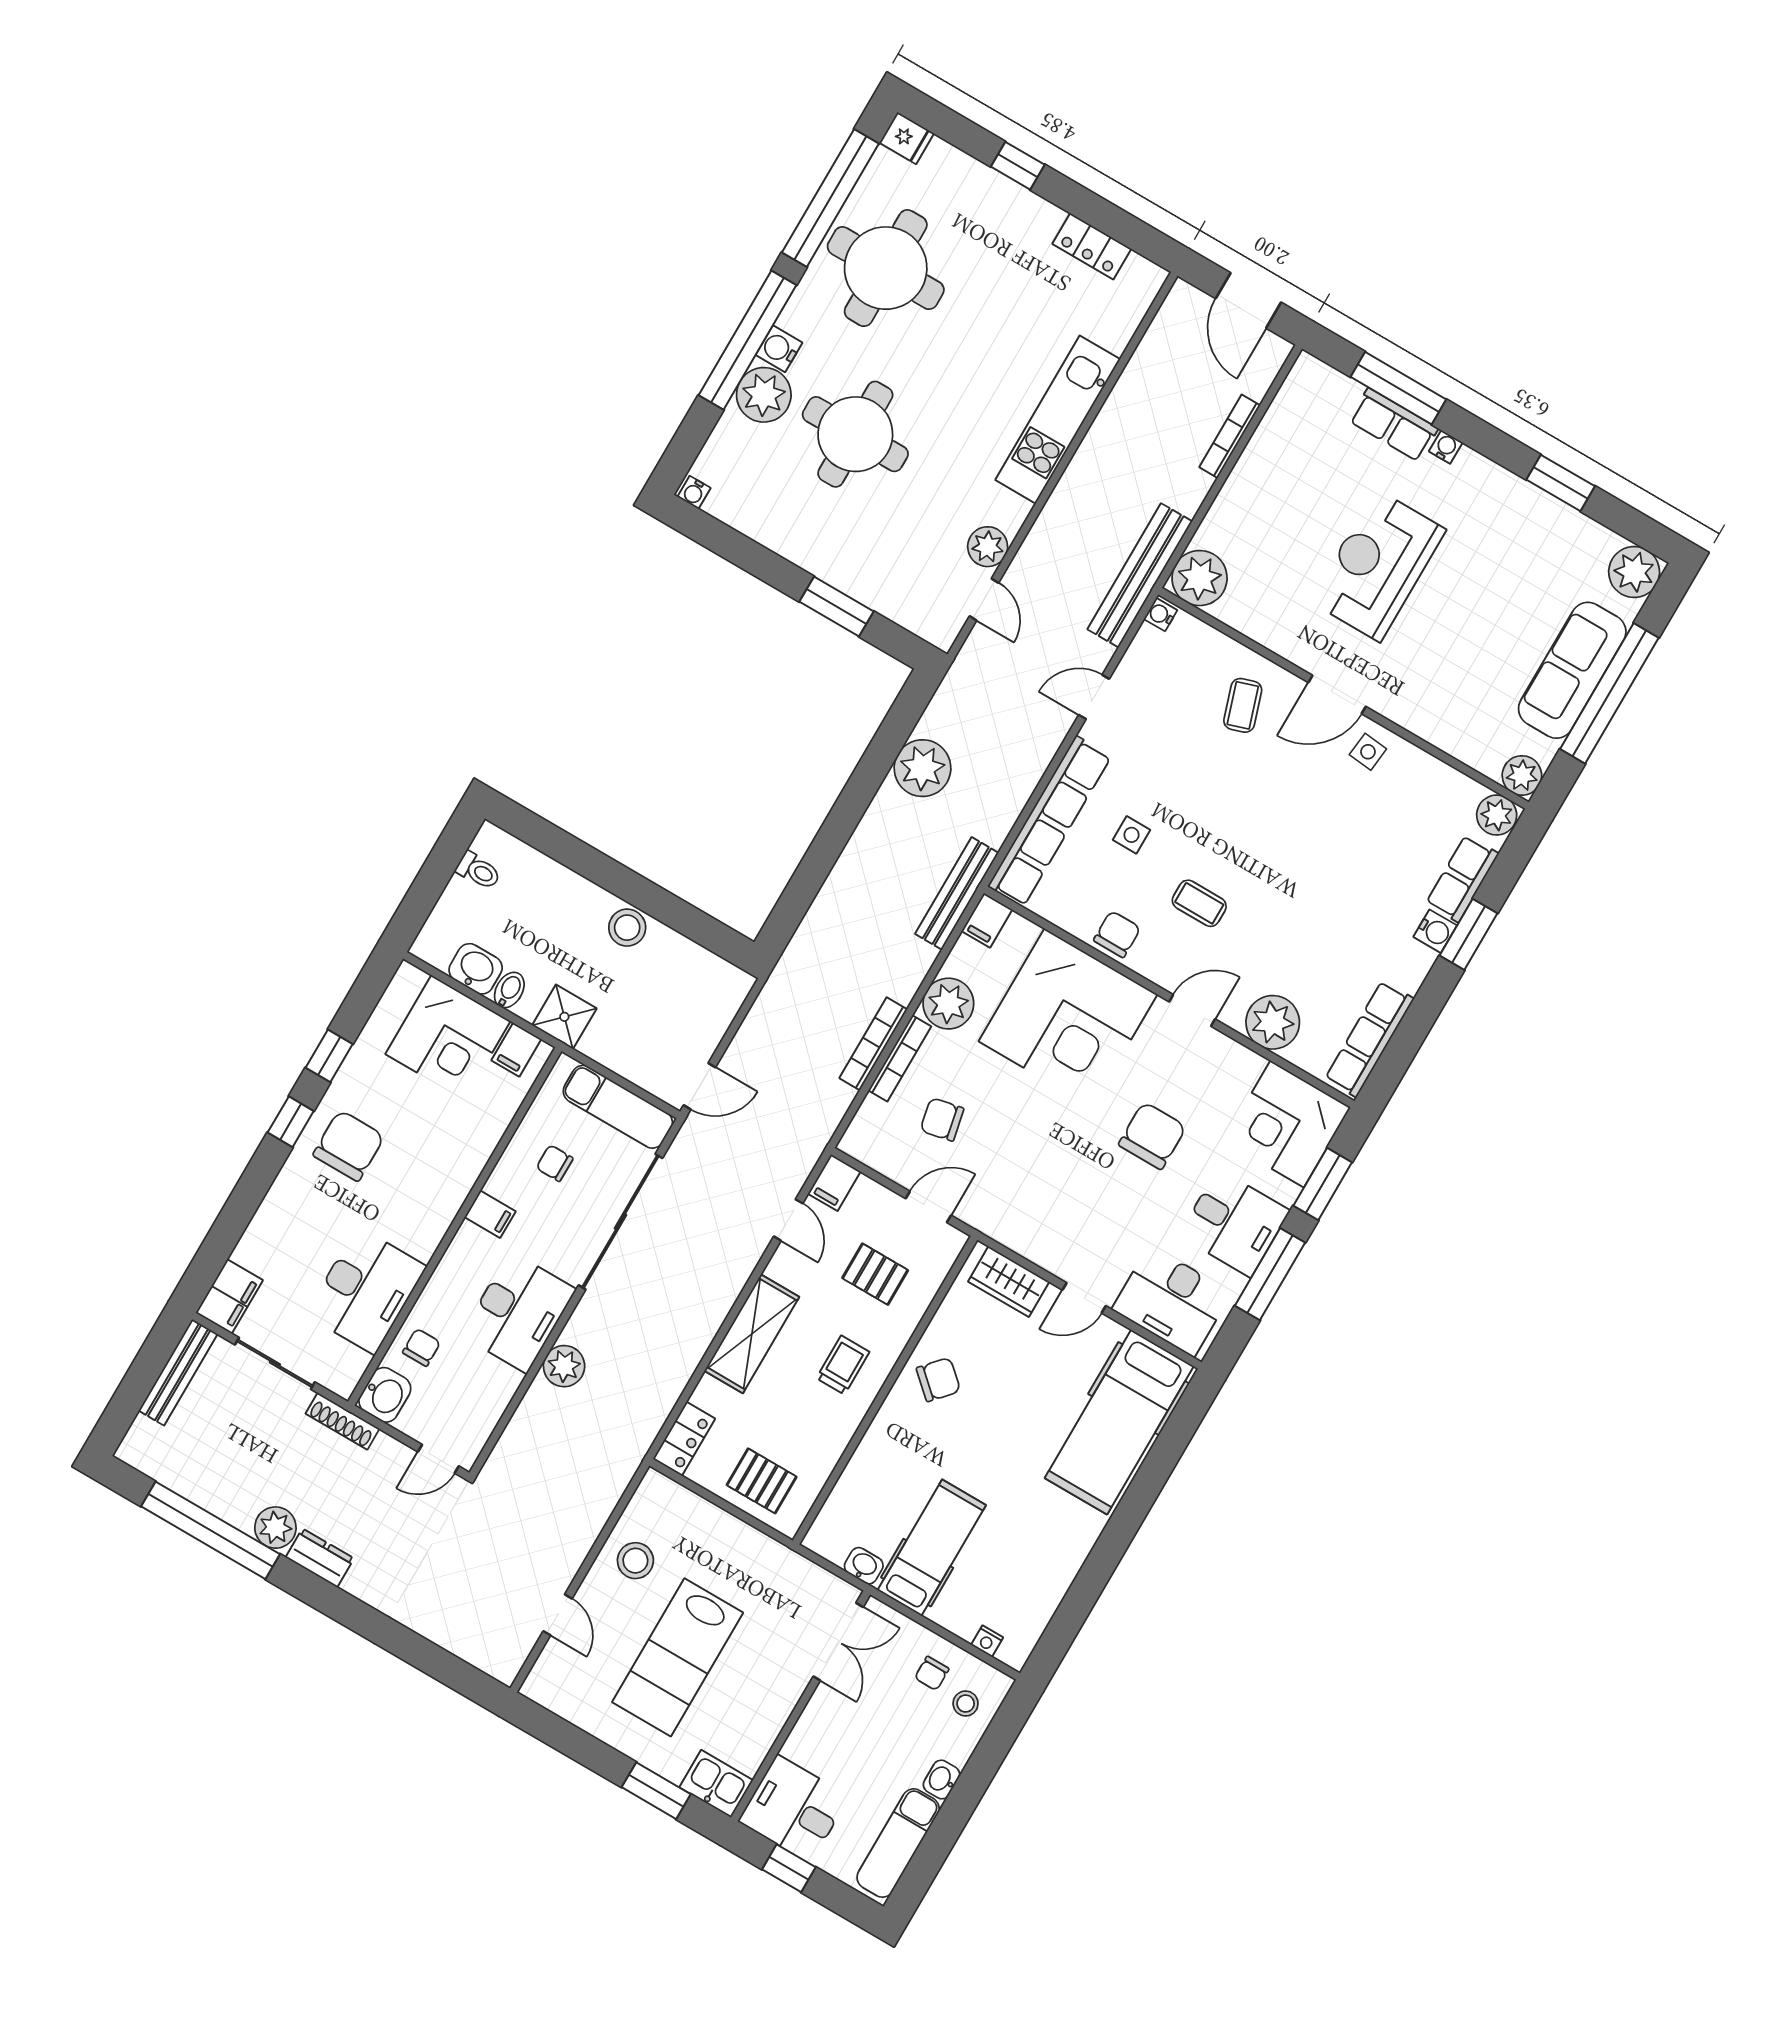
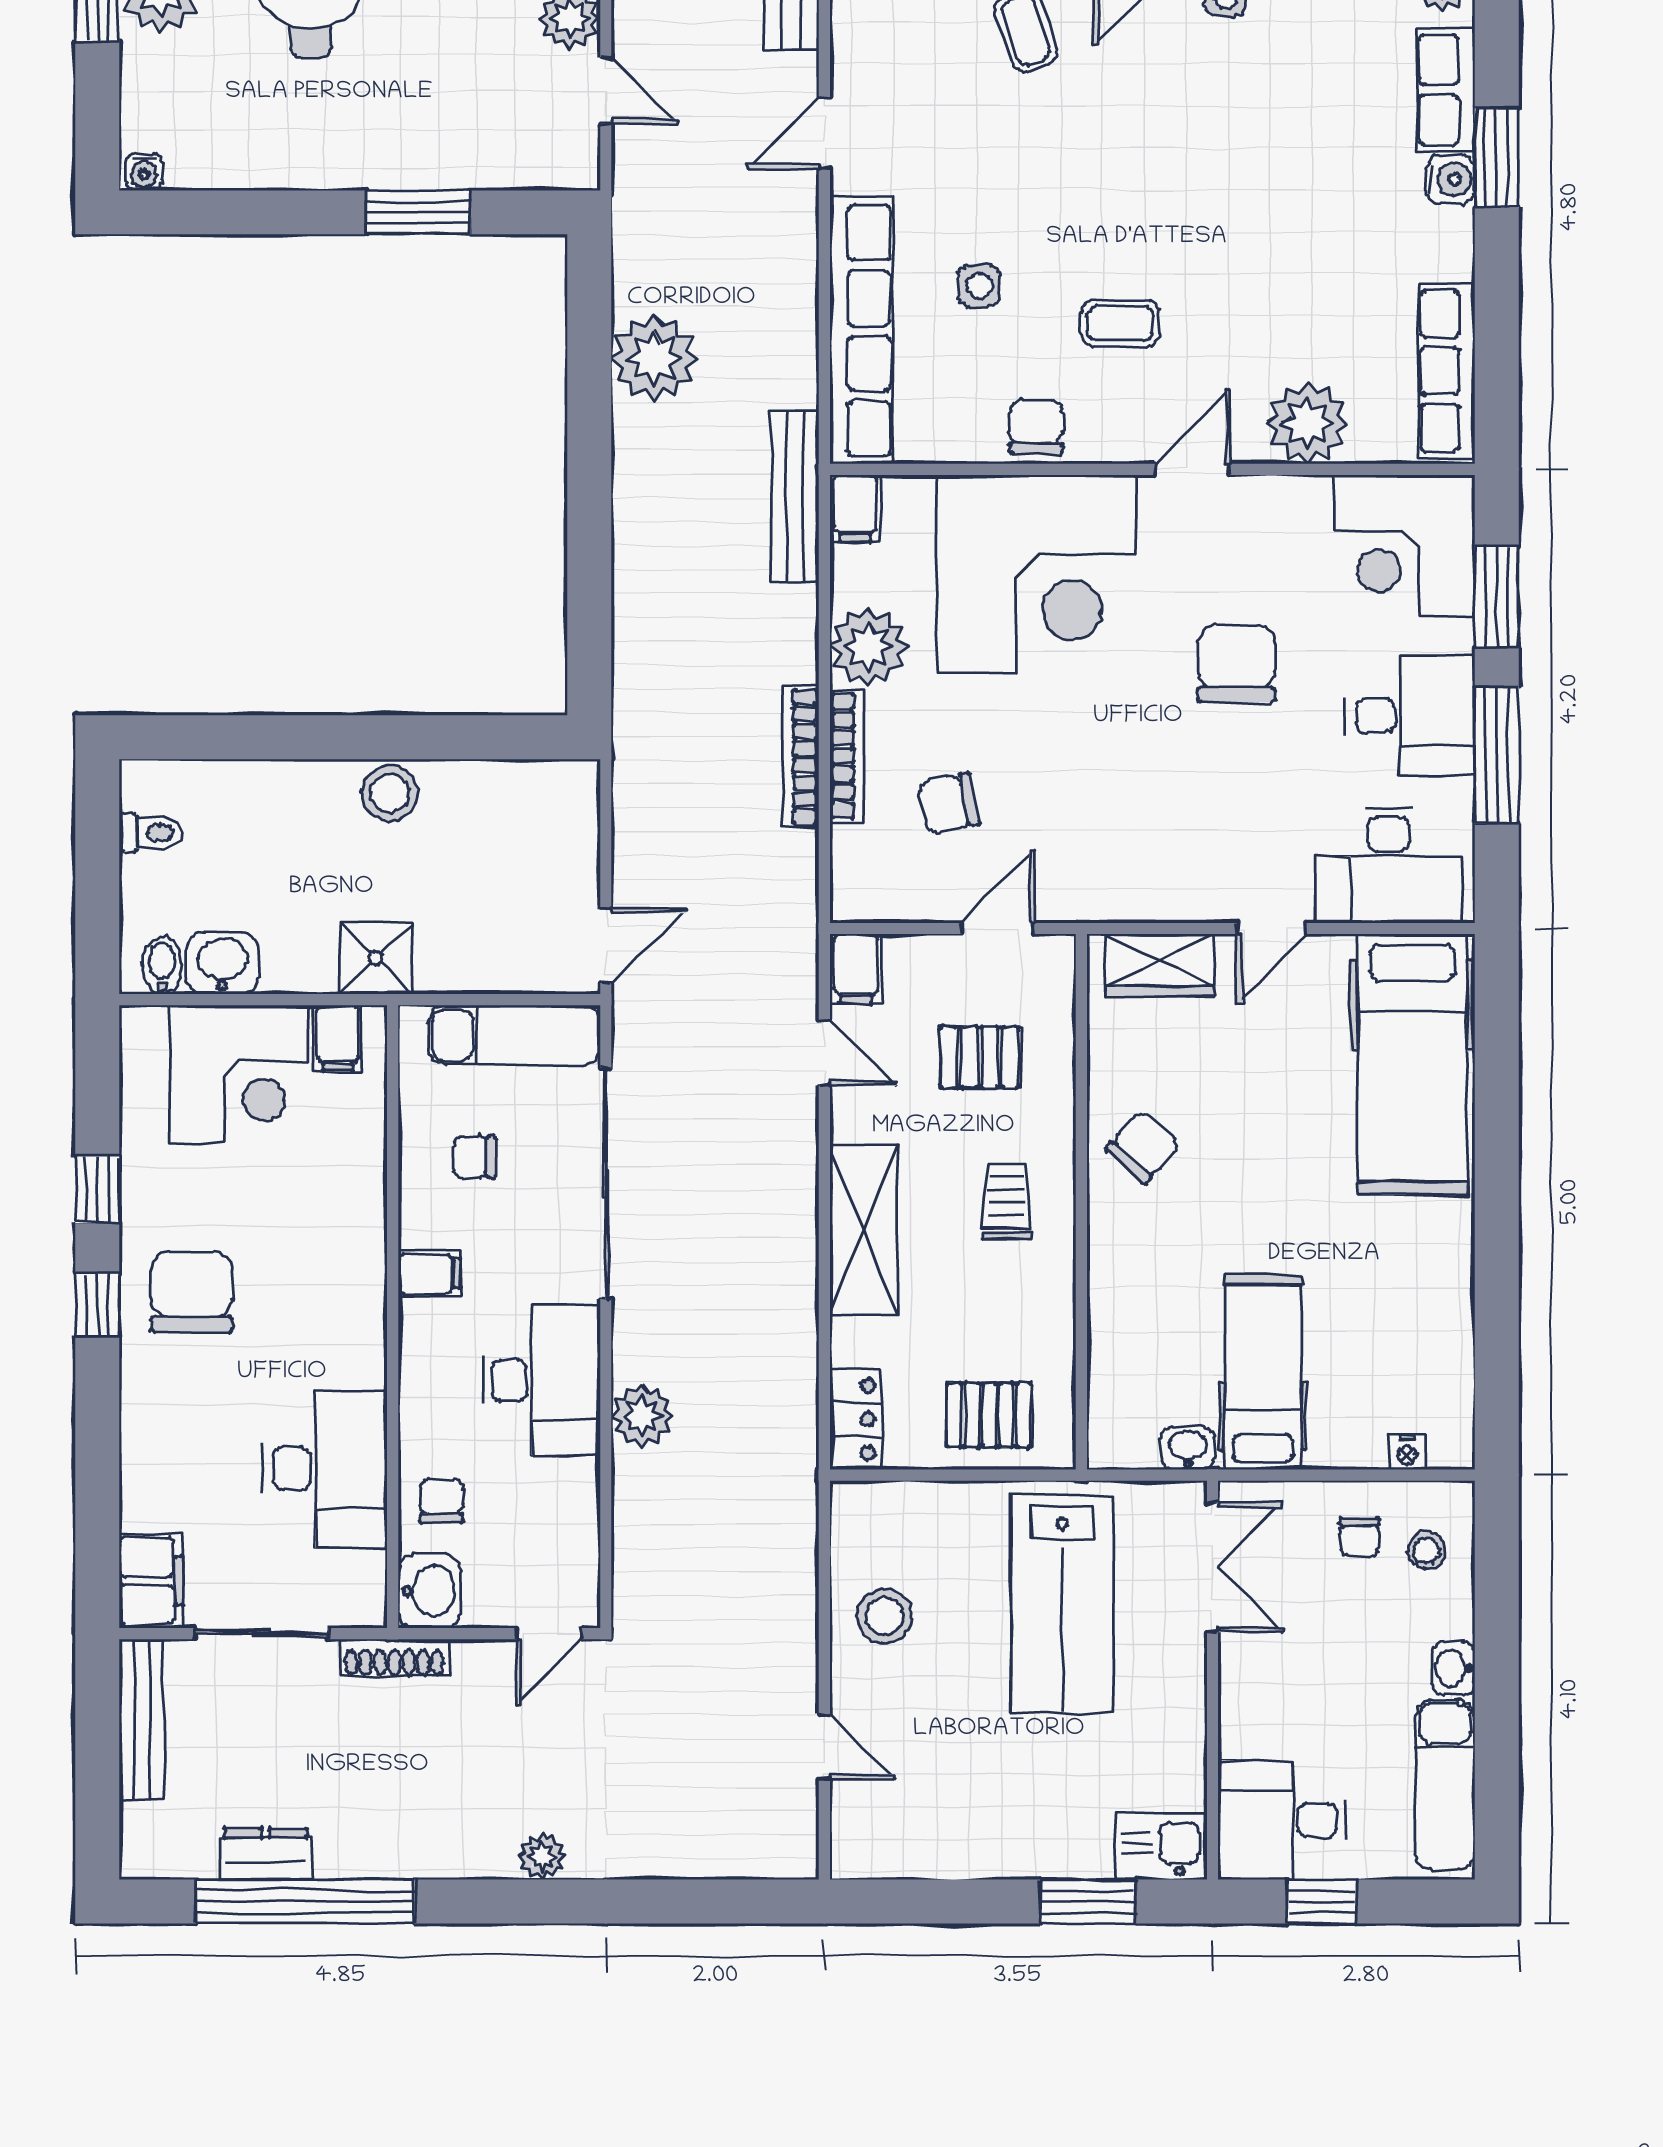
bidet: (509, 990) -> (162, 965), moved
plant: (275, 1528) -> (542, 1857), moved, width x0.73, depth x0.73
dresser: (320, 1558) -> (266, 1854), moved
lab bench: (678, 1657) -> (1062, 1604), moved

